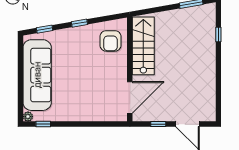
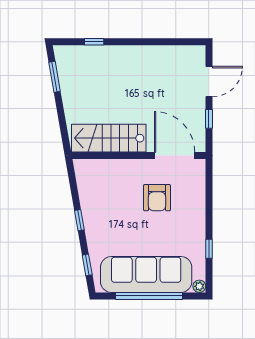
armchair: (110, 41) -> (157, 198), moved, turned 90
window: (20, 77) -> (149, 296), added
window: (43, 124) -> (209, 249), moved

